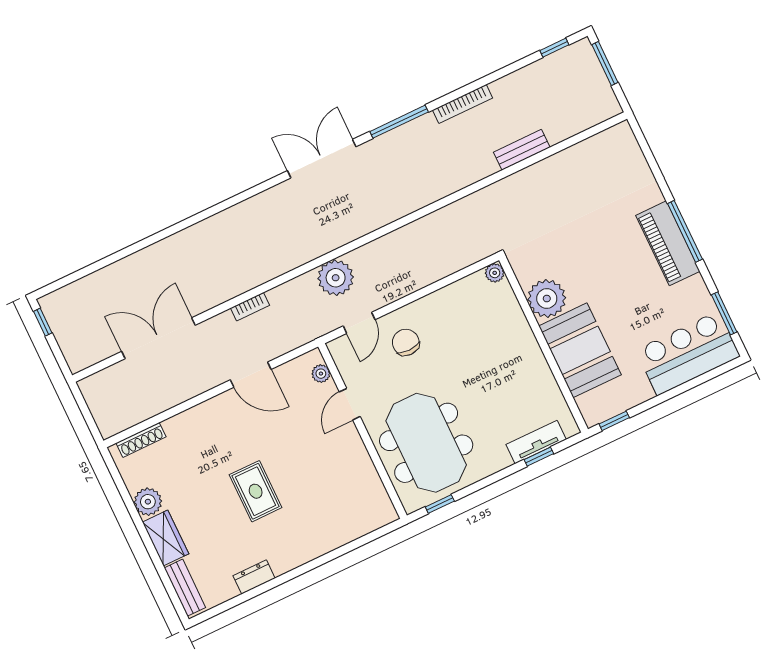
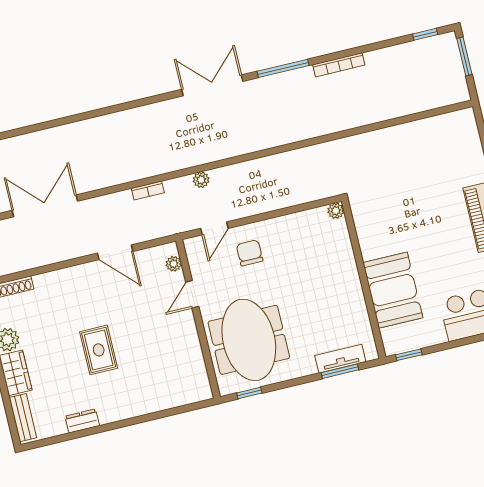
bench: (522, 150) -> (380, 113), removed
plant: (336, 278) -> (201, 180), width x0.53, depth x0.53
plant: (547, 299) -> (374, 241), removed
bookcase: (250, 307) -> (148, 191), moved
window: (539, 457) -> (340, 371), width x1.50

